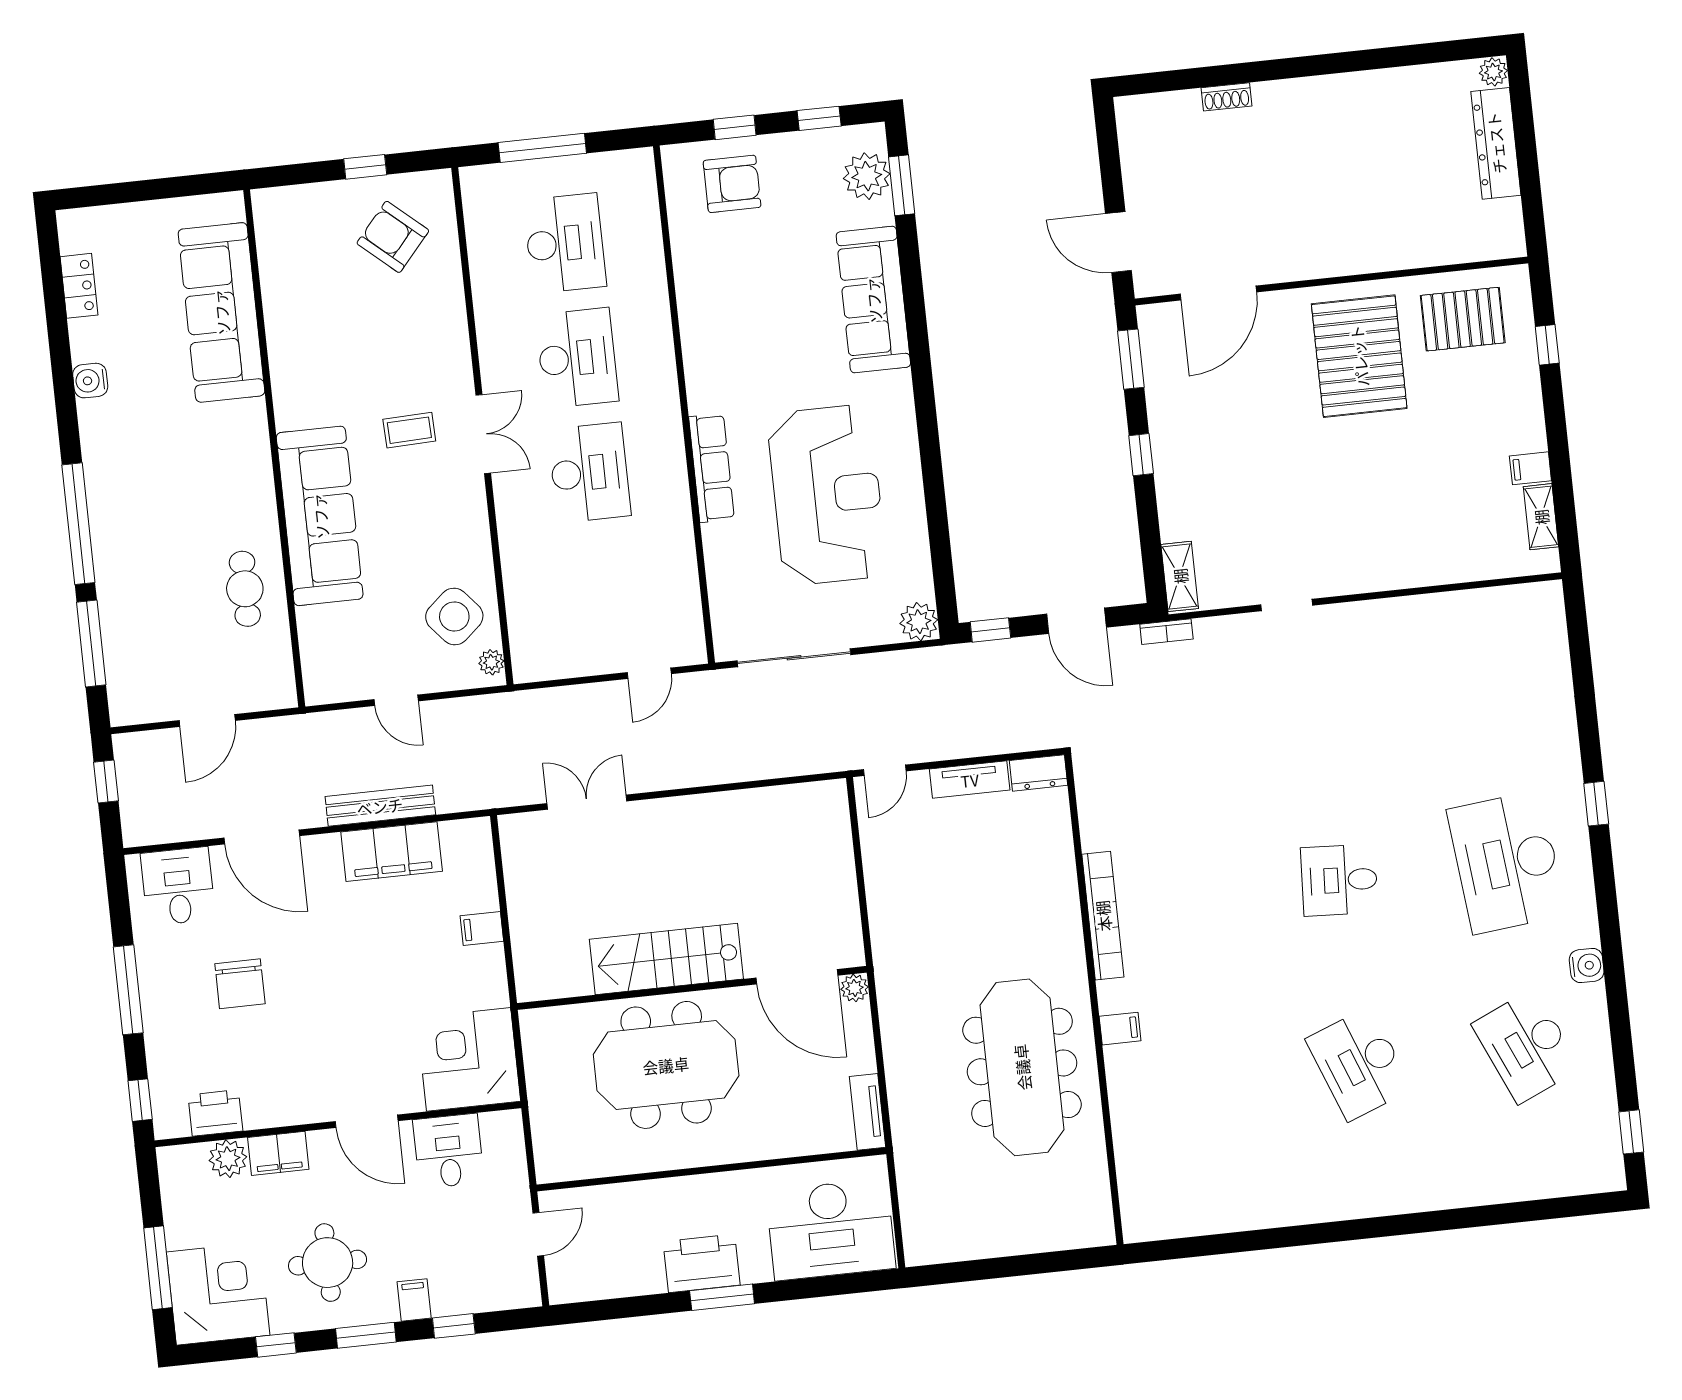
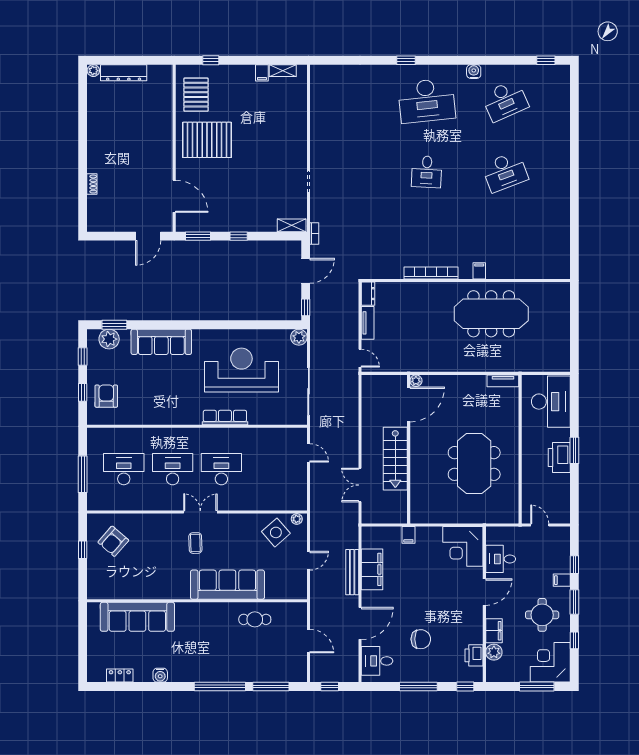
stairs: (666, 959) -> (395, 459), moved
door: (797, 977) -> (409, 404), moved
wall: (692, 988) -> (409, 449), moved
plant: (855, 988) -> (416, 381), moved

